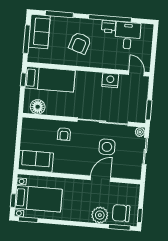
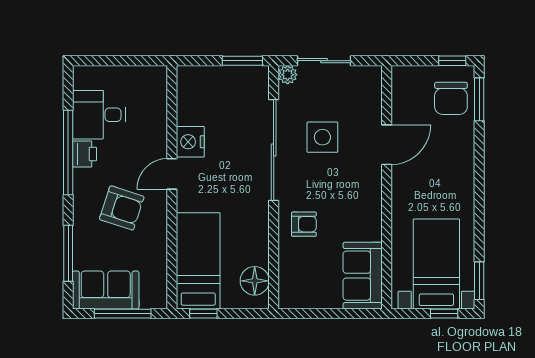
door: (136, 73) -> (172, 174), moved
door: (100, 179) -> (387, 145), swing flipped
plant: (100, 215) -> (458, 140), removed

